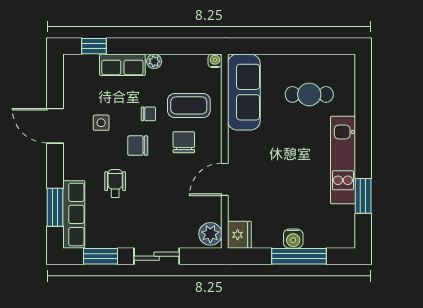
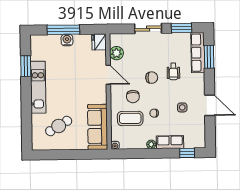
cafe table: (309, 94) -> (59, 126), turned -31
chair: (138, 146) -> (152, 78), moved
door: (225, 179) -> (108, 75), hinge flipped
plant: (210, 234) -> (116, 53), moved

